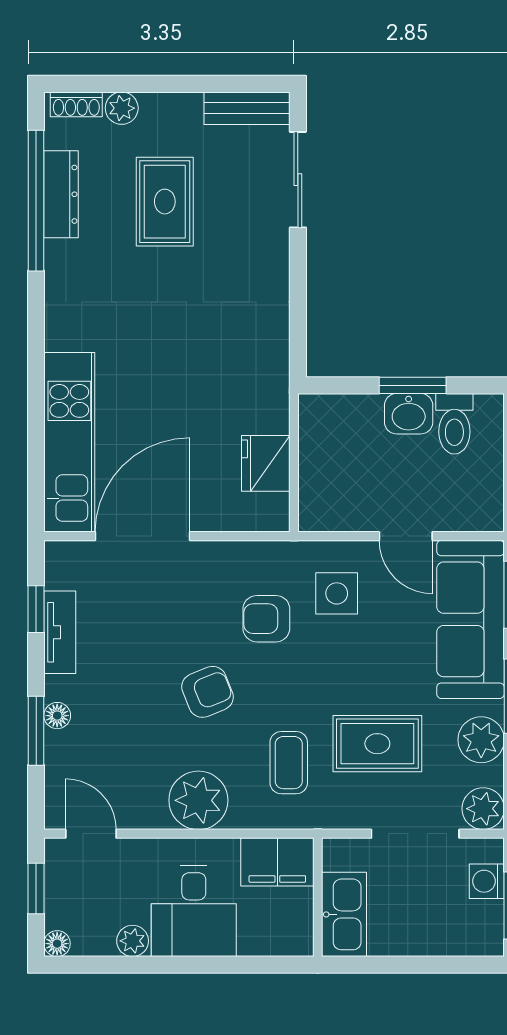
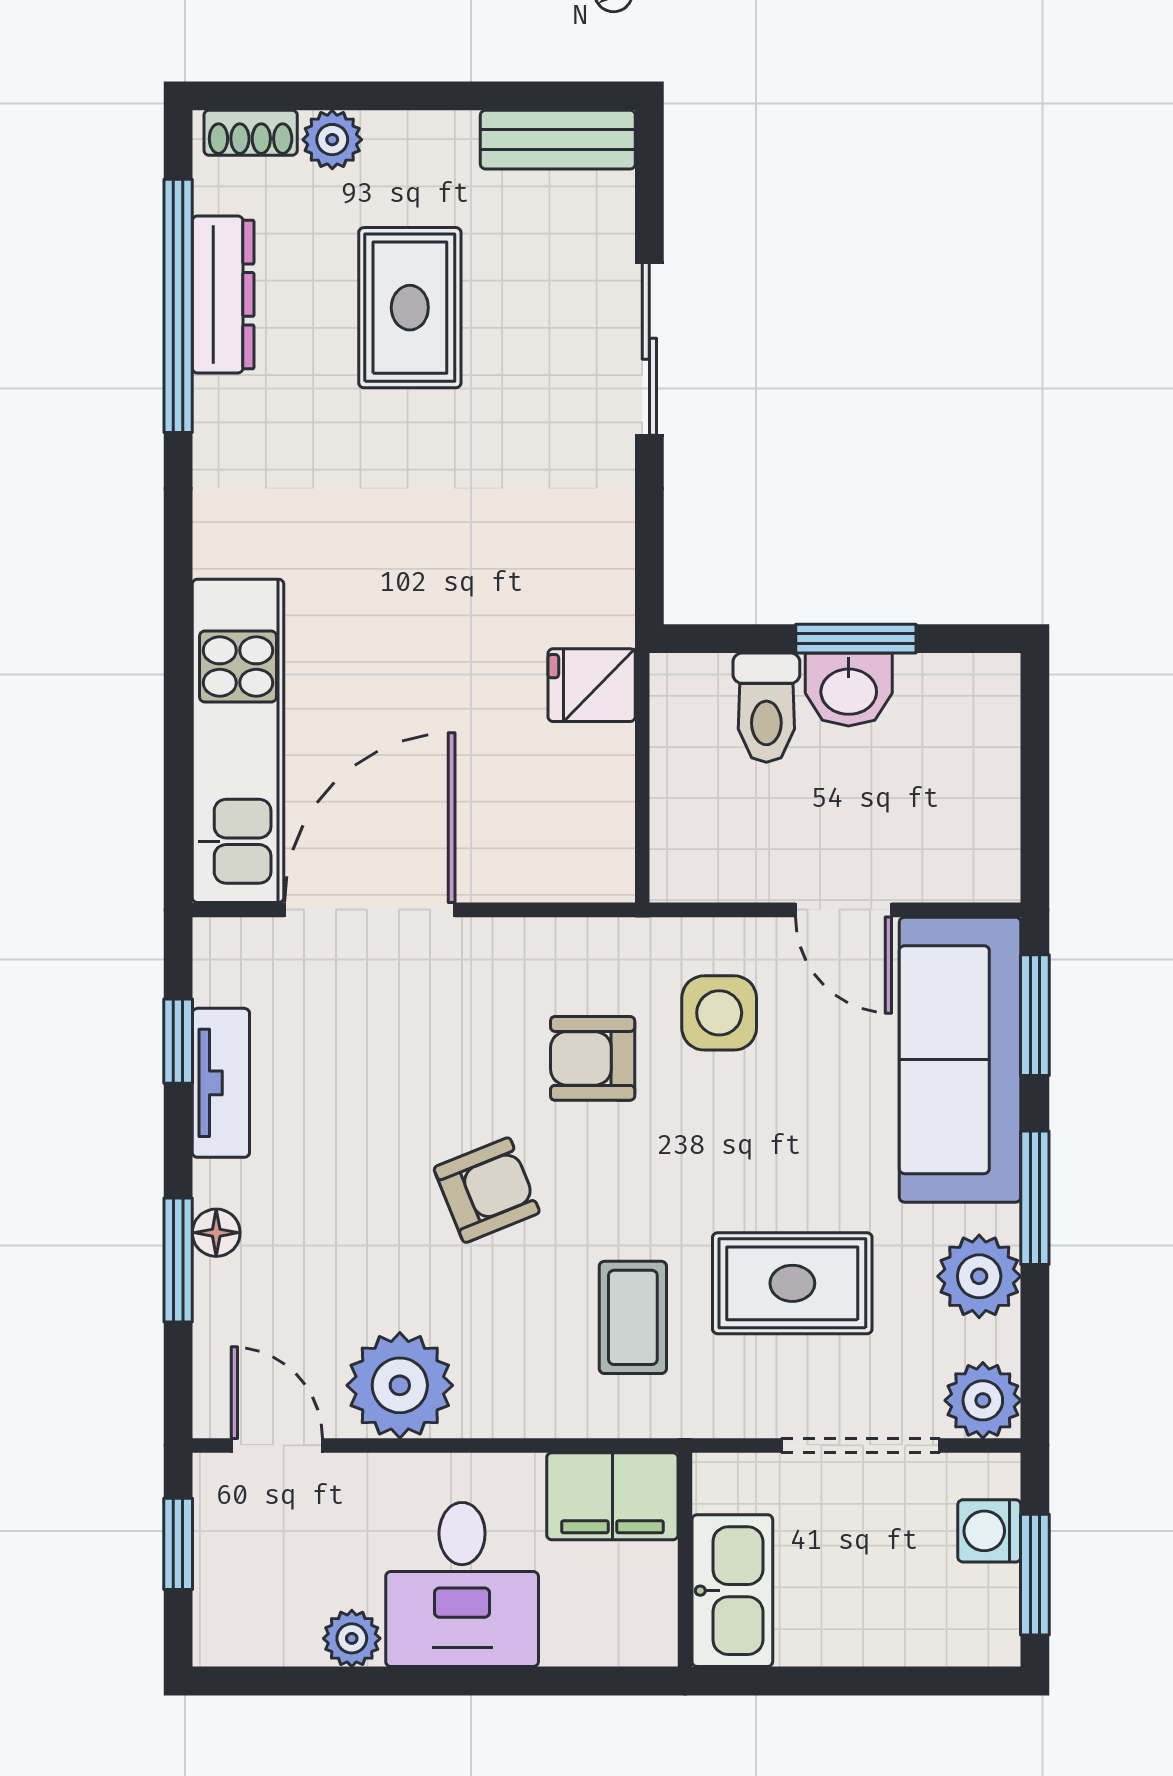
sliding door: (298, 180) -> (649, 349), moved
toilet: (454, 424) -> (766, 708), moved
fridge: (266, 463) -> (592, 685), moved, width x0.72
plant: (198, 800) -> (400, 1385), moved
floor lamp: (57, 944) -> (216, 1643), removed

